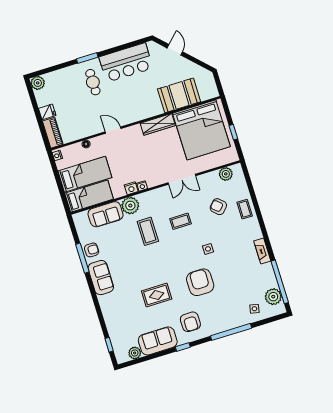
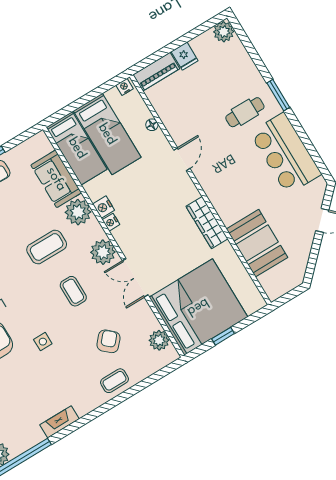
bed: (201, 130) -> (198, 307), moved, turned 180
plant: (160, 196) -> (103, 252), added

